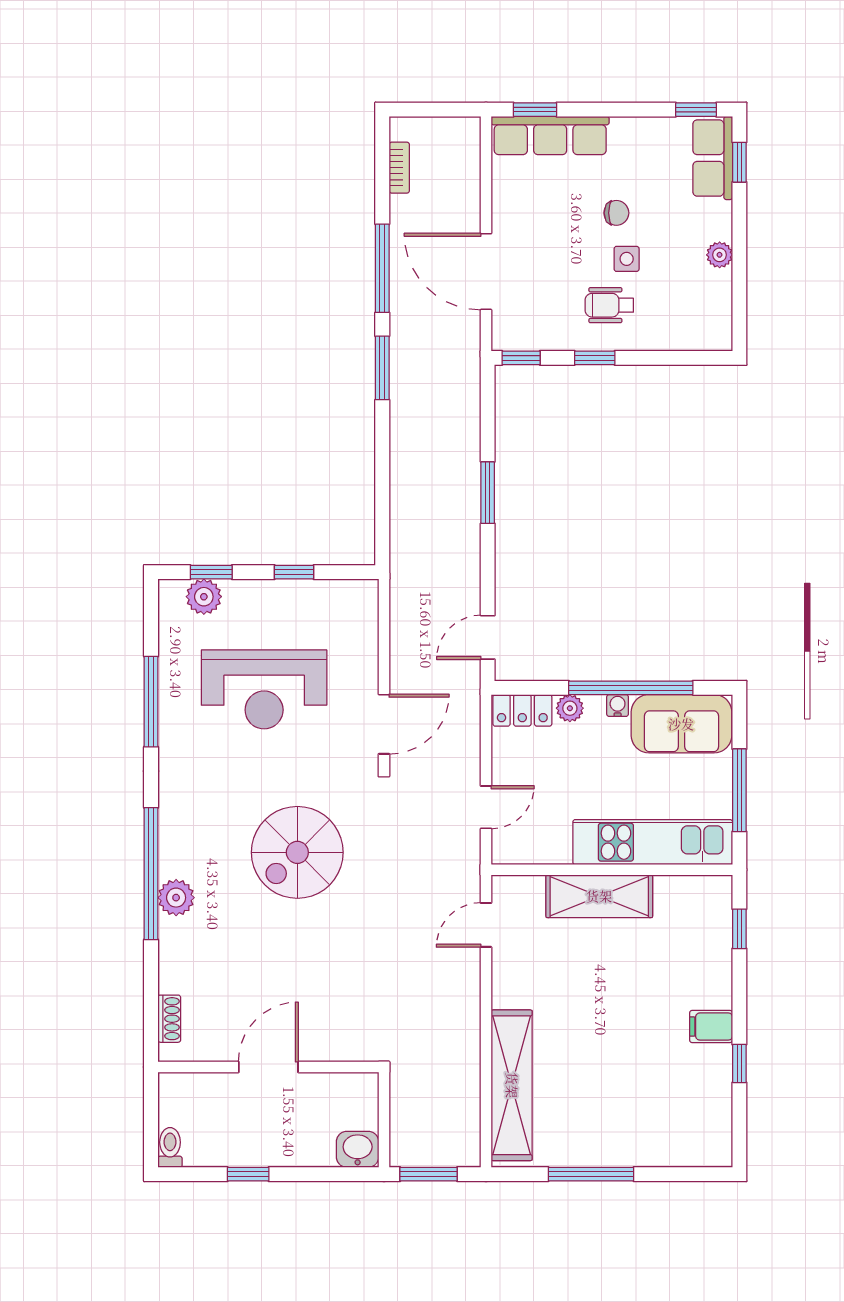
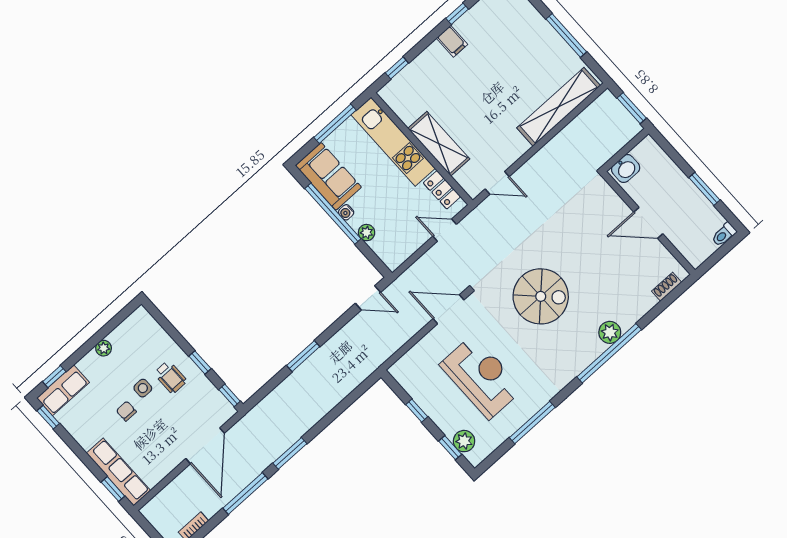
locker: (522, 710) -> (442, 190), moved, turned 180
washbasin: (358, 1149) -> (626, 169), moved, turned -90
window: (248, 1174) -> (704, 189), width x1.50

